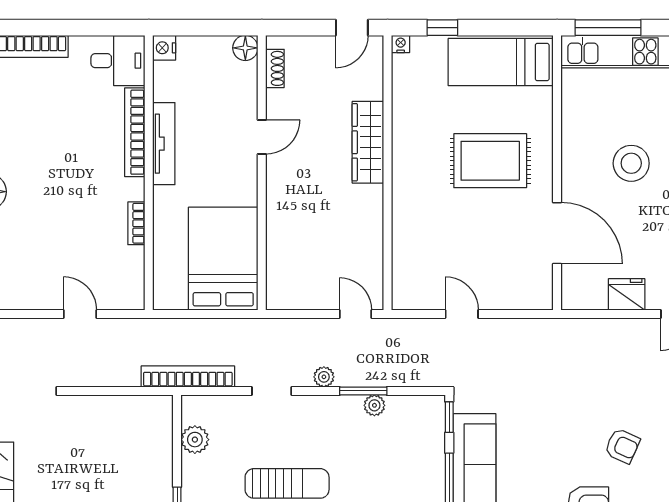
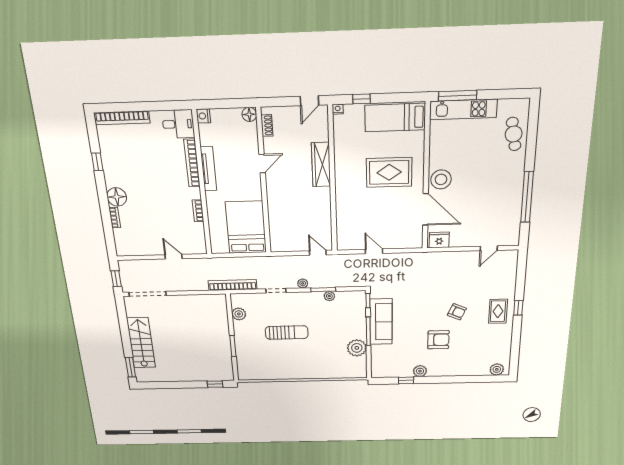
stool: (631, 163) -> (441, 179), moved
fridge: (627, 294) -> (439, 240), moved

